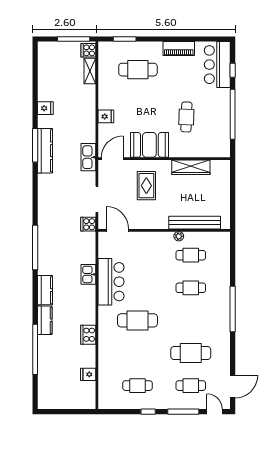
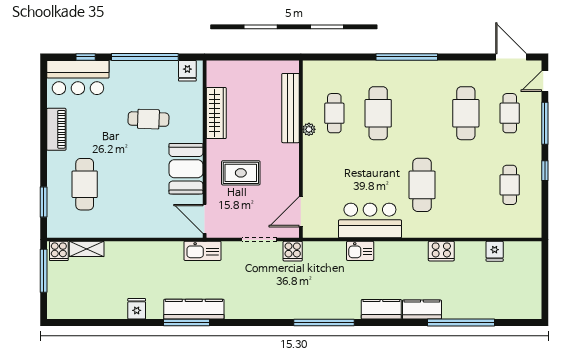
fridge: (106, 116) -> (187, 71), moved, turned 180
cafe table: (191, 288) -> (378, 113), width x1.37, depth x1.35

